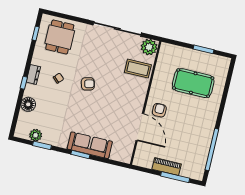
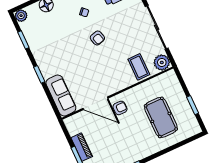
door: (140, 127) -> (96, 103), hinge flipped
plant: (36, 135) -> (21, 16), moved
sofa: (90, 145) -> (61, 96), moved

